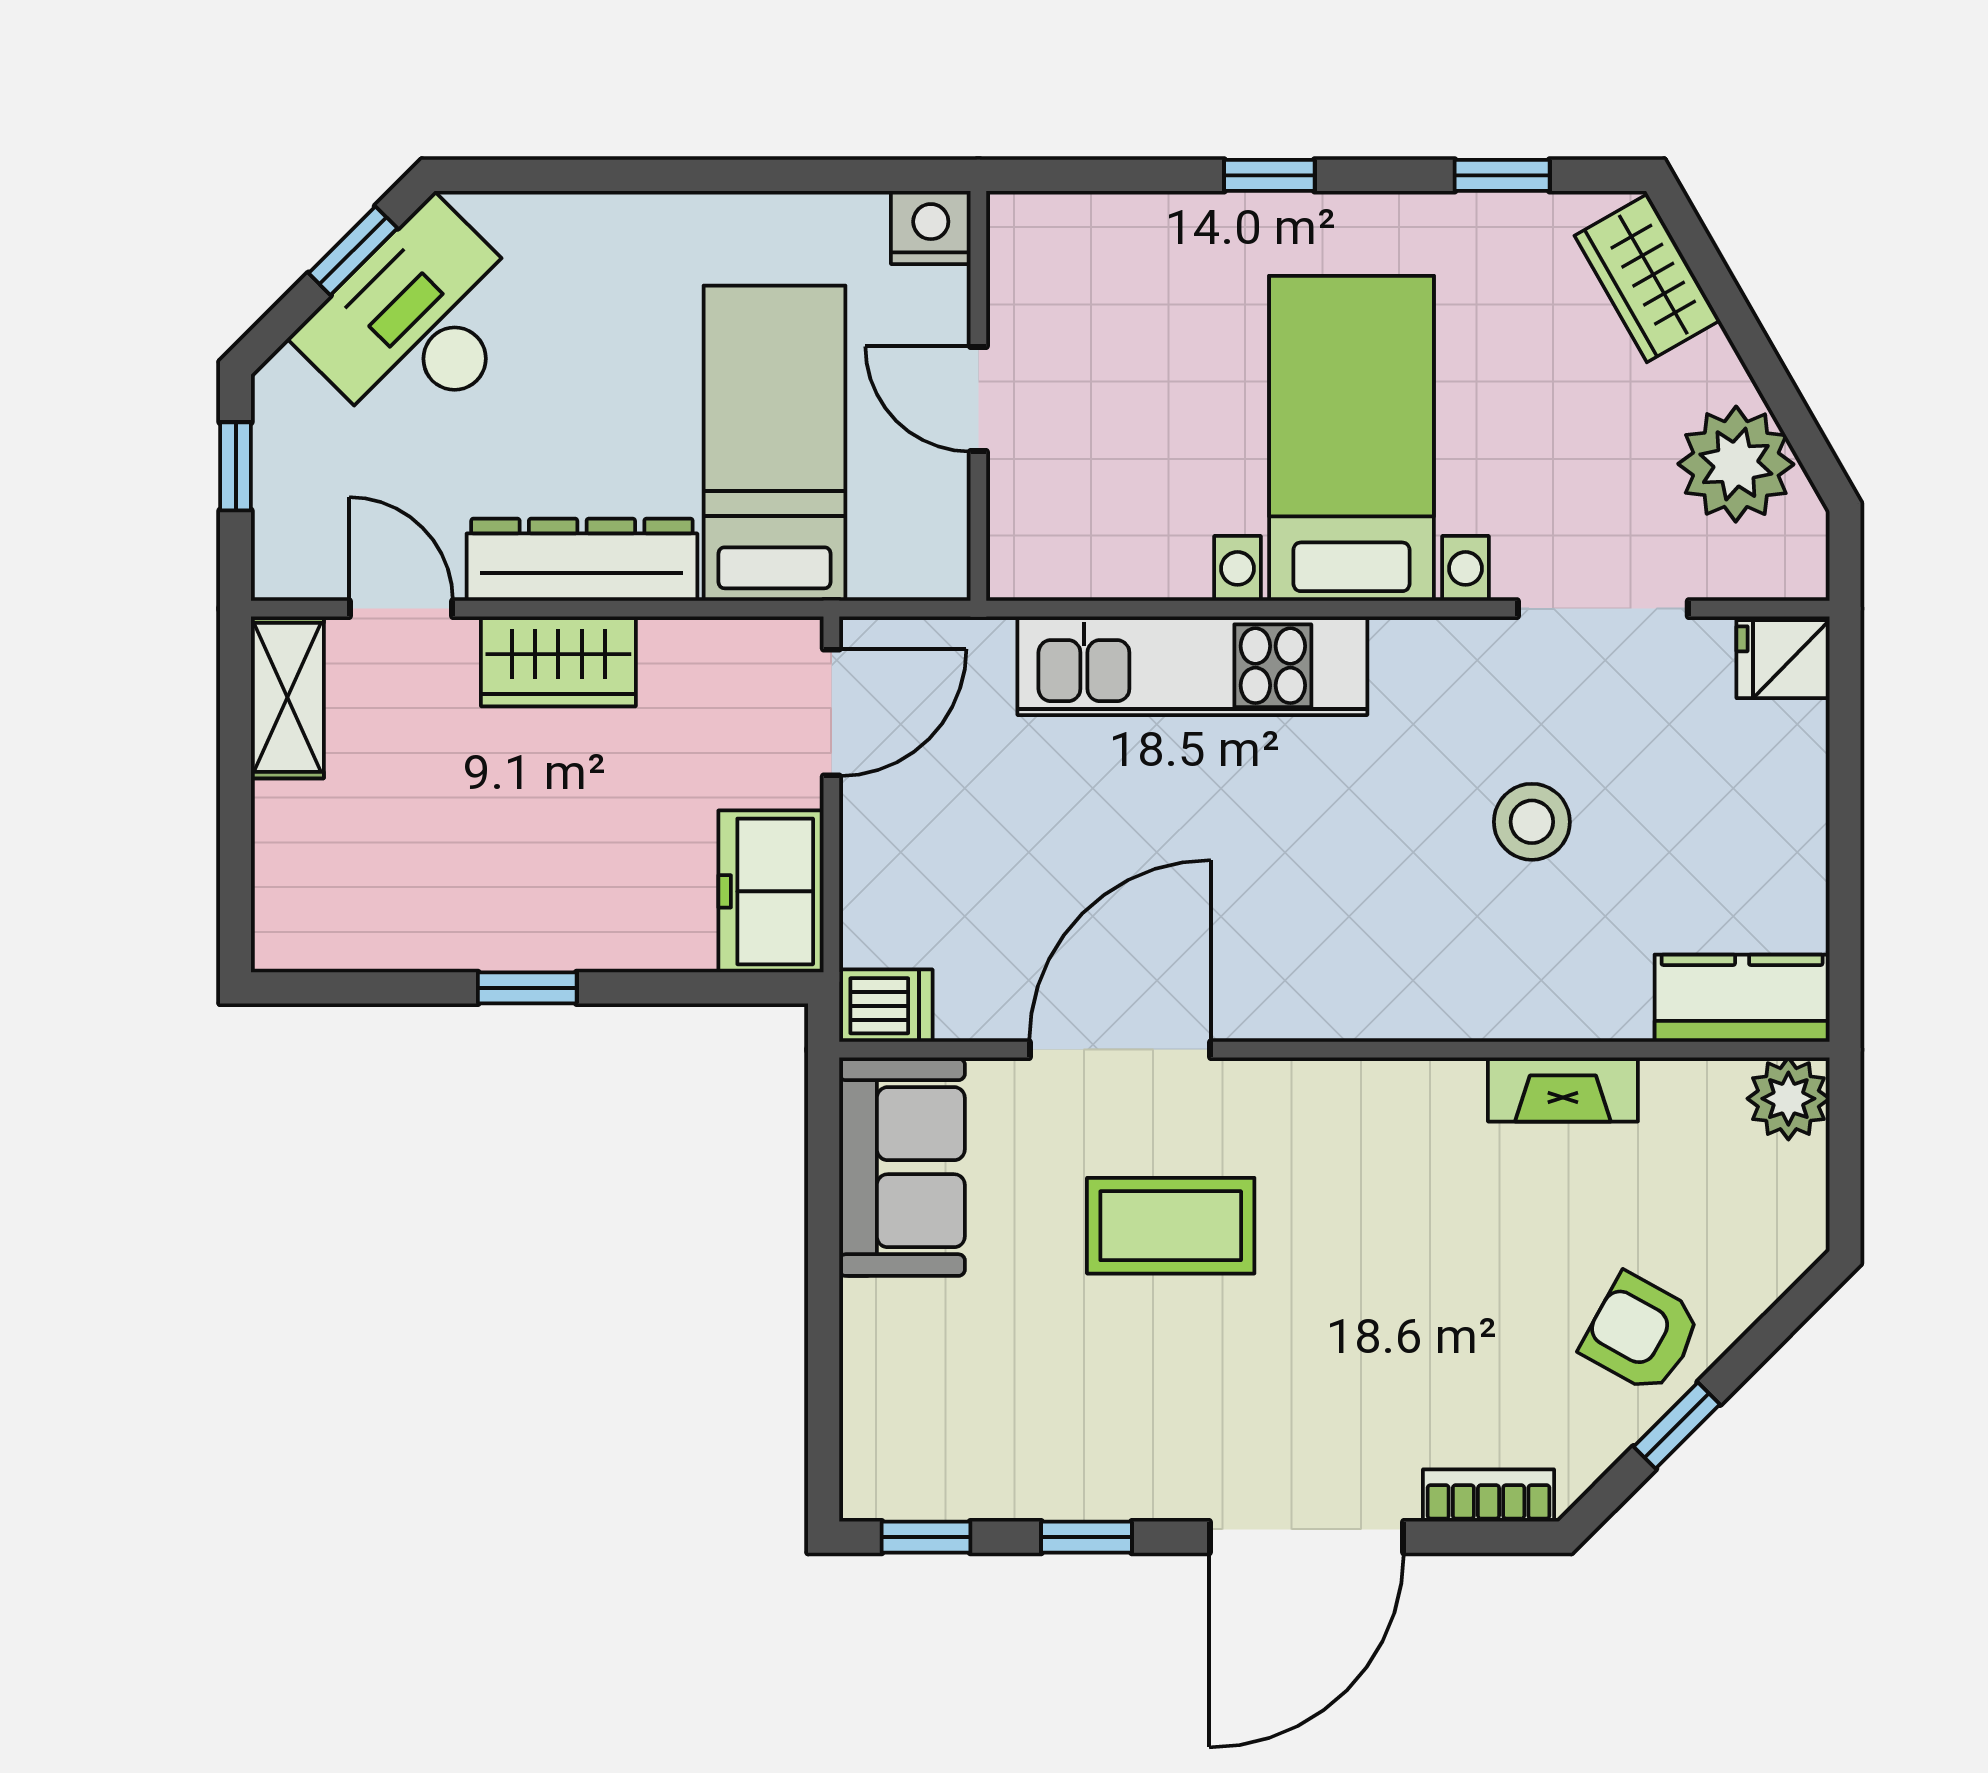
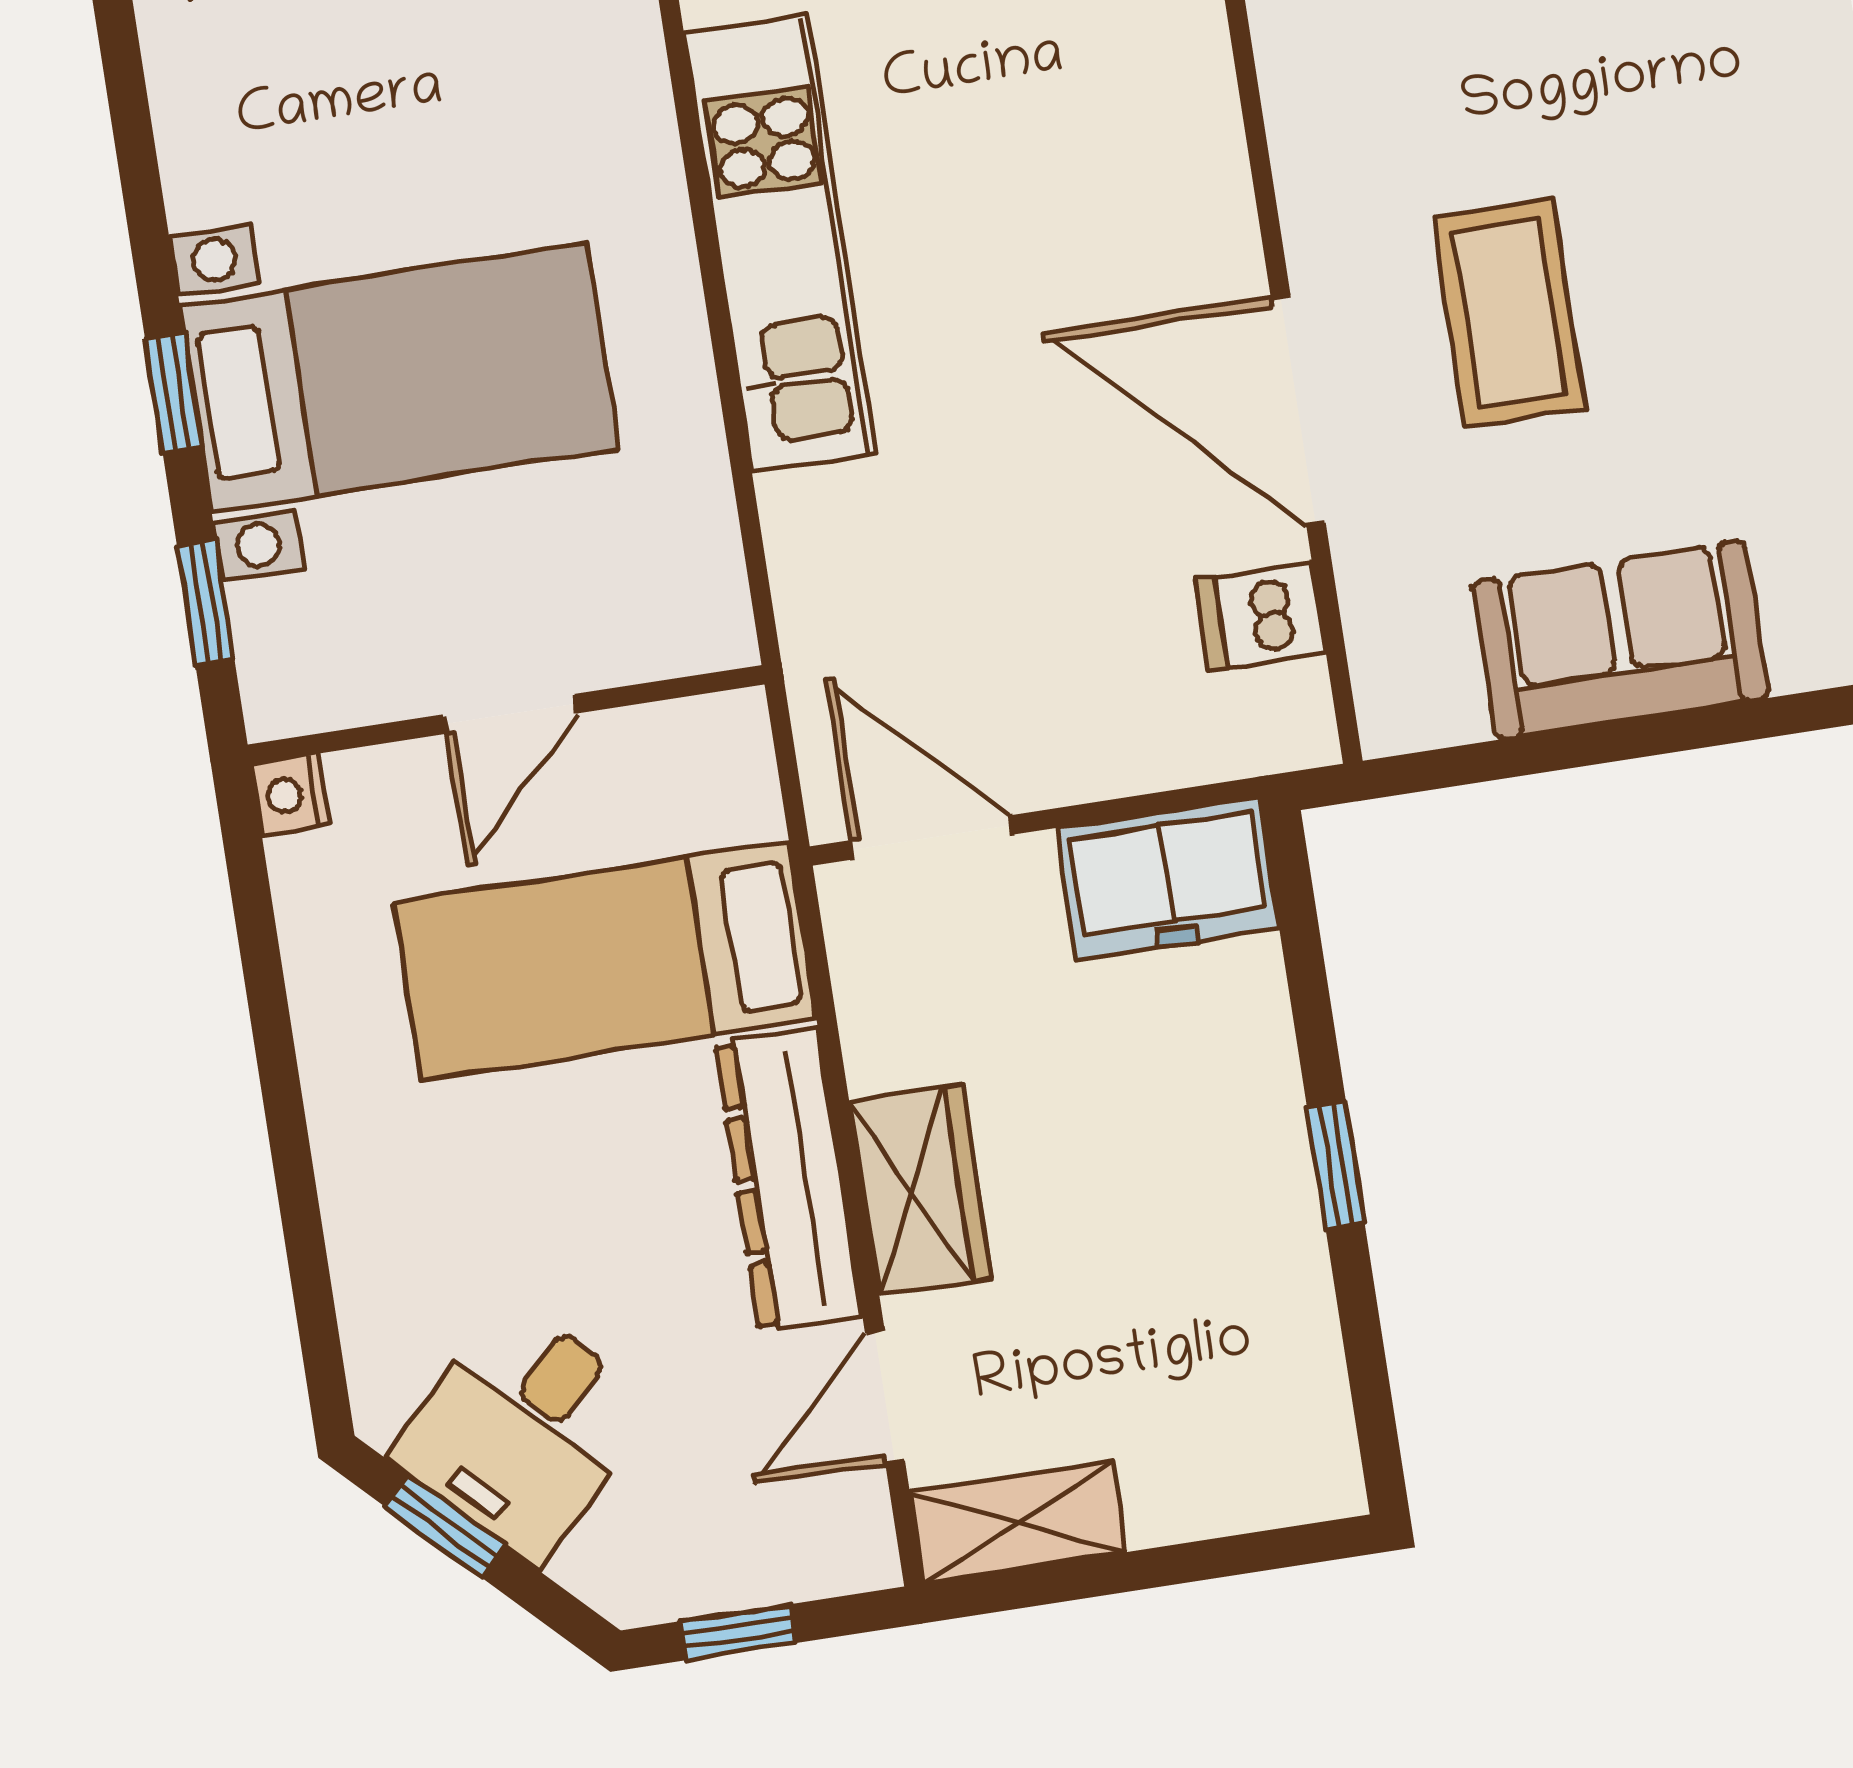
window: (1502, 175) -> (206, 603), moved
nightstand: (931, 227) -> (290, 795), width x0.72, depth x0.74
desk: (419, 323) -> (523, 1430), width x0.73
bed with nightstands: (1351, 438) -> (399, 377), moved, turned 180
kitchen unit: (1192, 666) -> (780, 243), moved
dishwasher: (886, 1006) -> (1260, 616), moved, turned -90
sofa: (902, 1167) -> (1620, 640), moved

